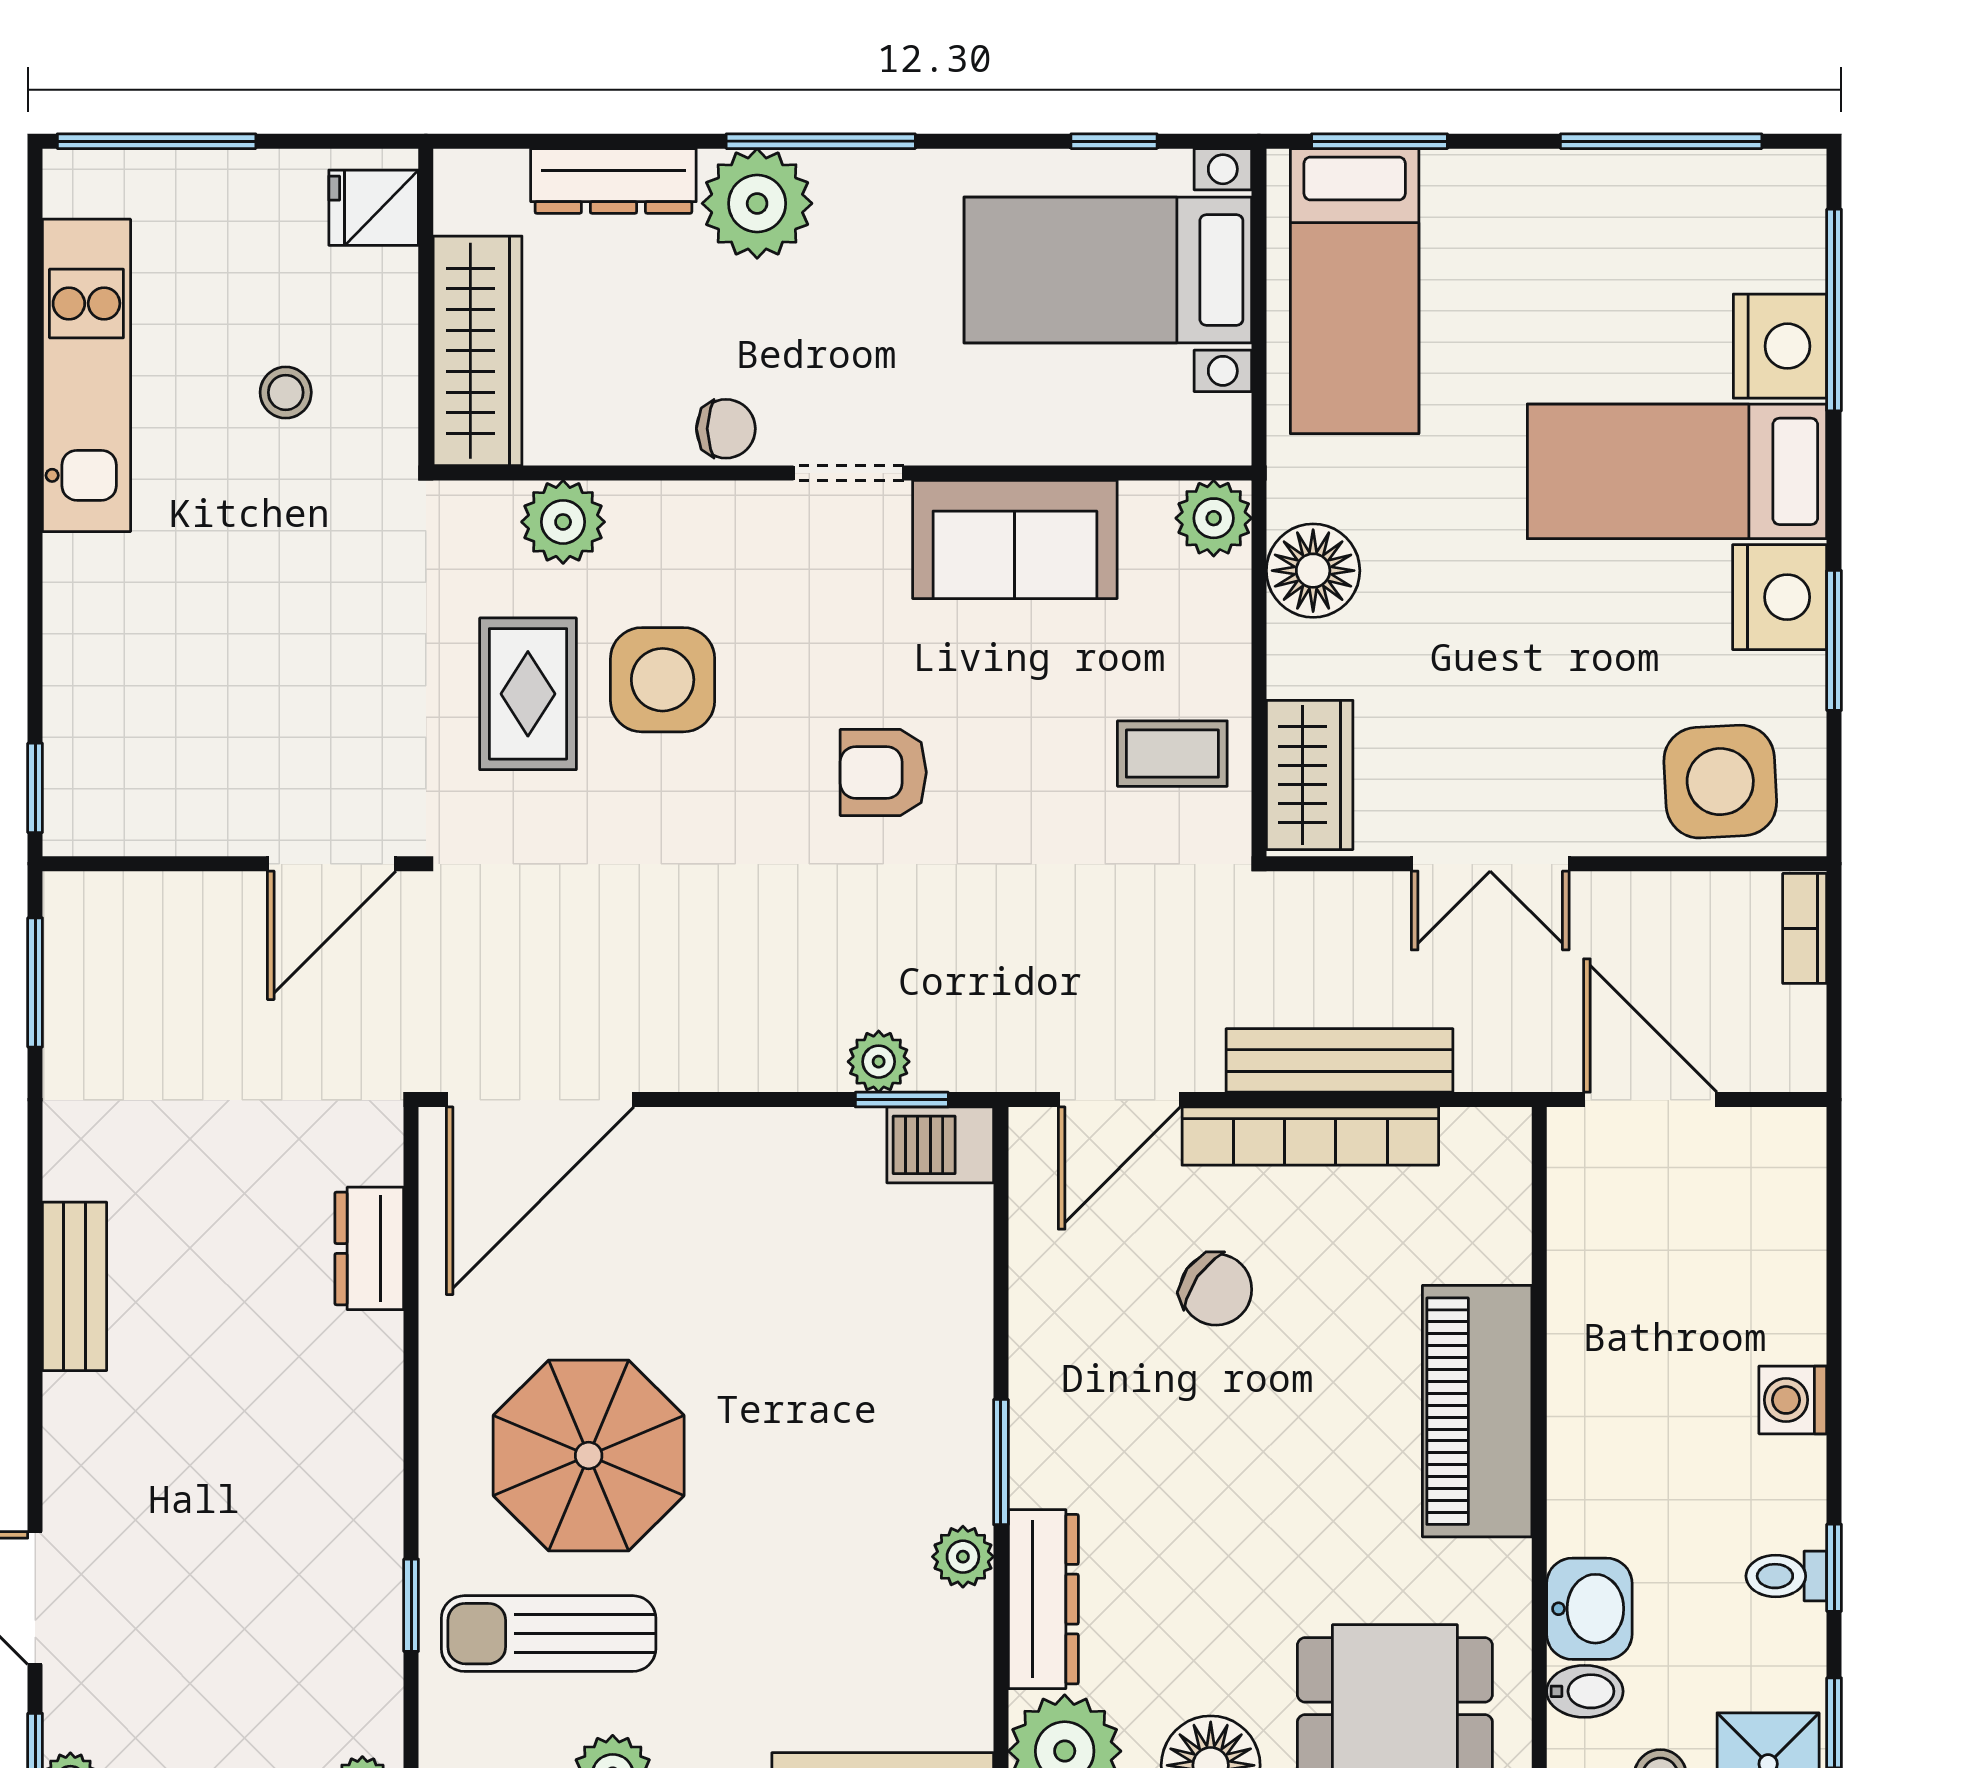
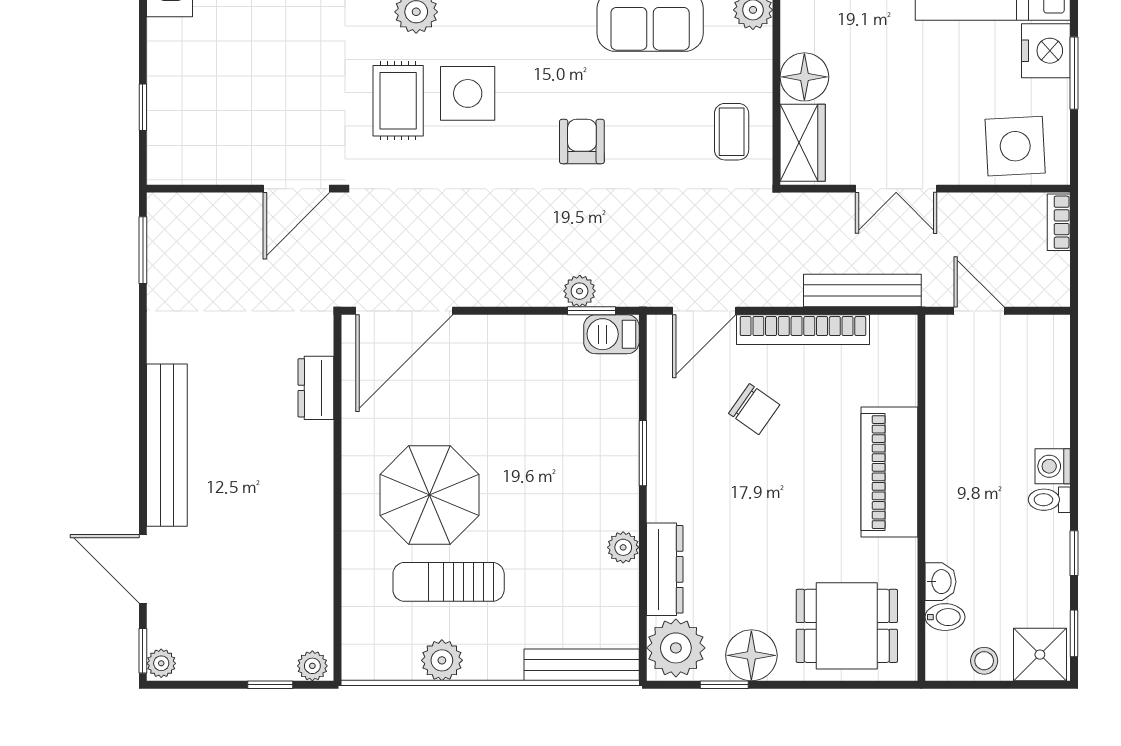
floor lamp: (1313, 571) -> (804, 77), moved
coffee table: (1172, 754) -> (732, 132), turned 90
armchair: (883, 772) -> (582, 141), turned 90
window: (35, 788) -> (143, 107), moved
bench: (1340, 1060) -> (862, 291), moved
door: (1650, 1100) -> (979, 311), width x0.73
bench: (75, 1286) -> (167, 445), width x1.86, depth x1.21
window: (1001, 1462) -> (643, 453), moved
toilet: (1786, 1576) -> (1049, 500), moved
window: (411, 1605) -> (338, 573), removed
washbasin: (1589, 1609) -> (941, 582), width x0.72, depth x0.69
sun lounger: (549, 1634) -> (449, 582), moved

